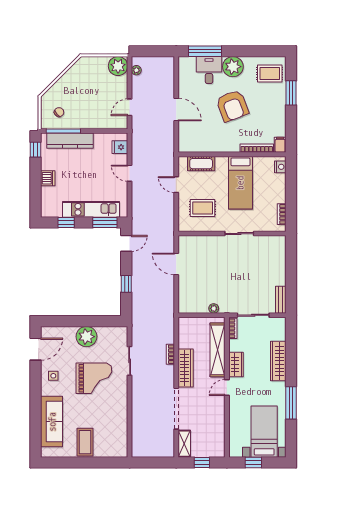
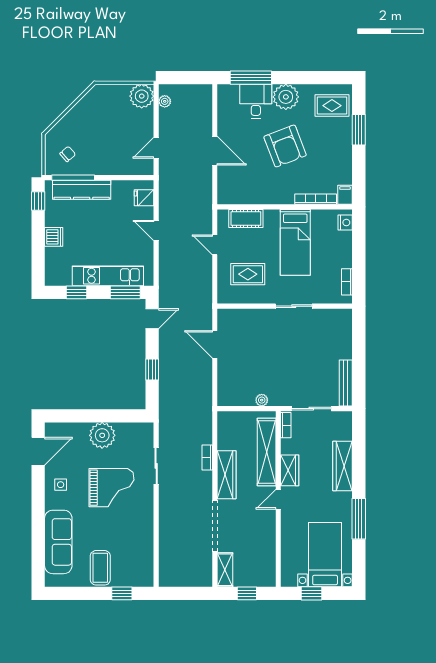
bench: (281, 300) -> (346, 383), width x1.36
window: (102, 462) -> (122, 593), added

